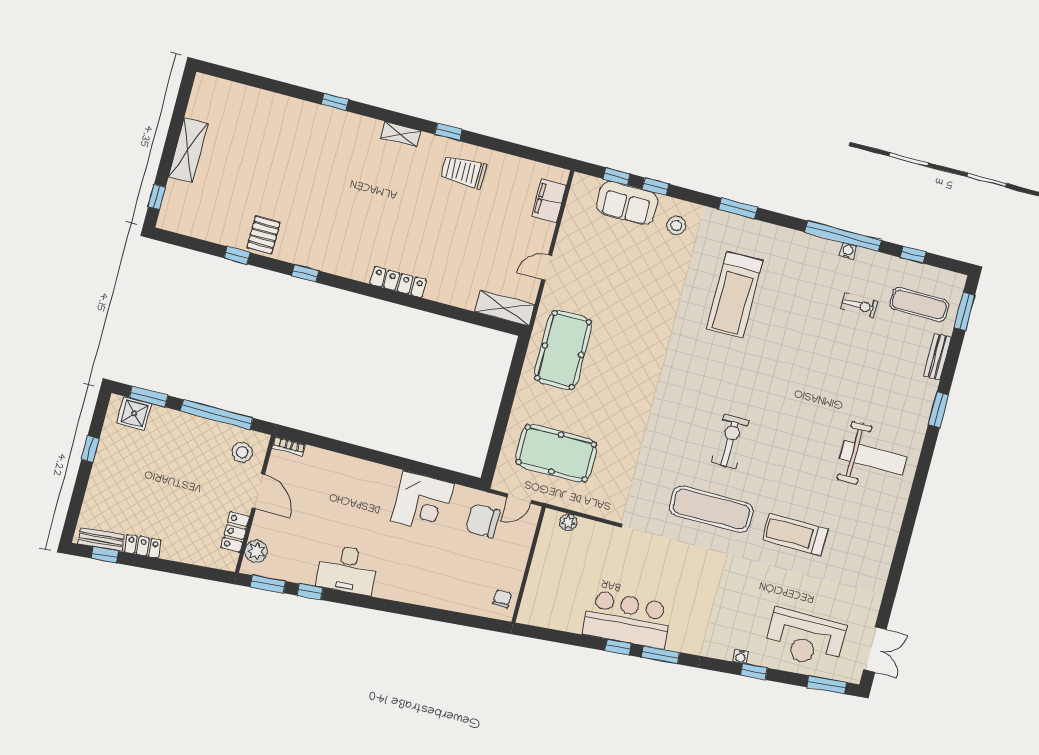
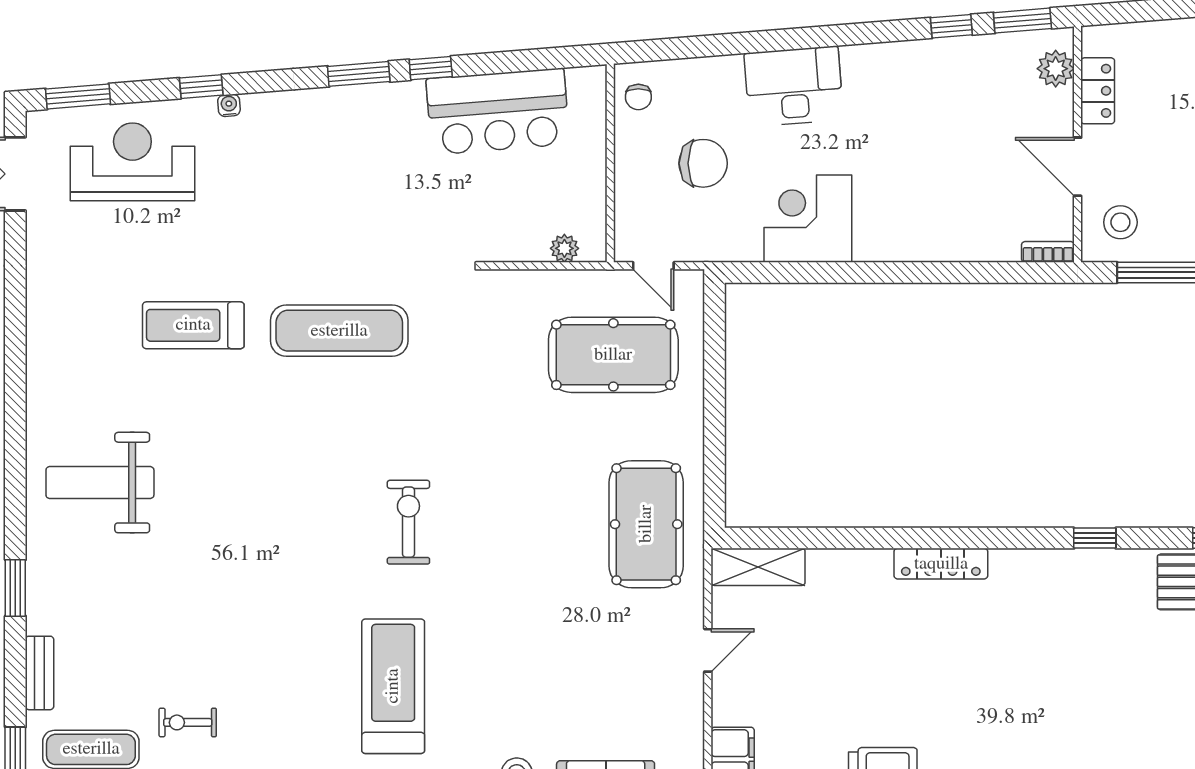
exercise bike: (730, 442) -> (408, 522), moved, turned 180
door: (519, 499) -> (653, 266), swing flipped
chair: (483, 521) -> (703, 163), moved
treadmill: (795, 535) -> (193, 325), turned 180
desk: (347, 570) -> (794, 86), moved
bar counter: (627, 619) -> (498, 111), moved

